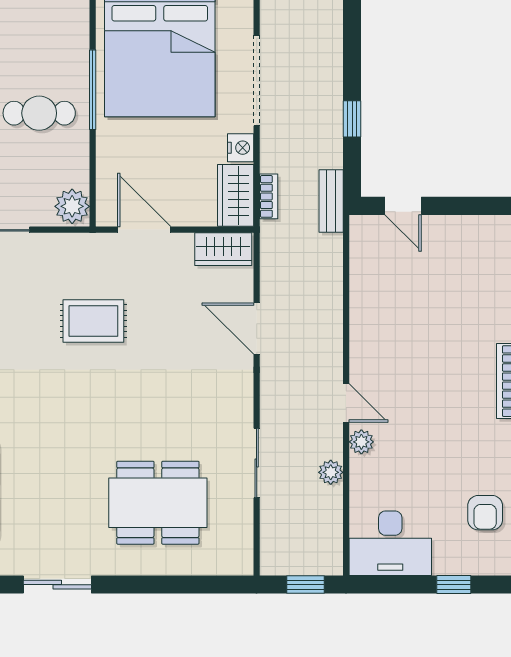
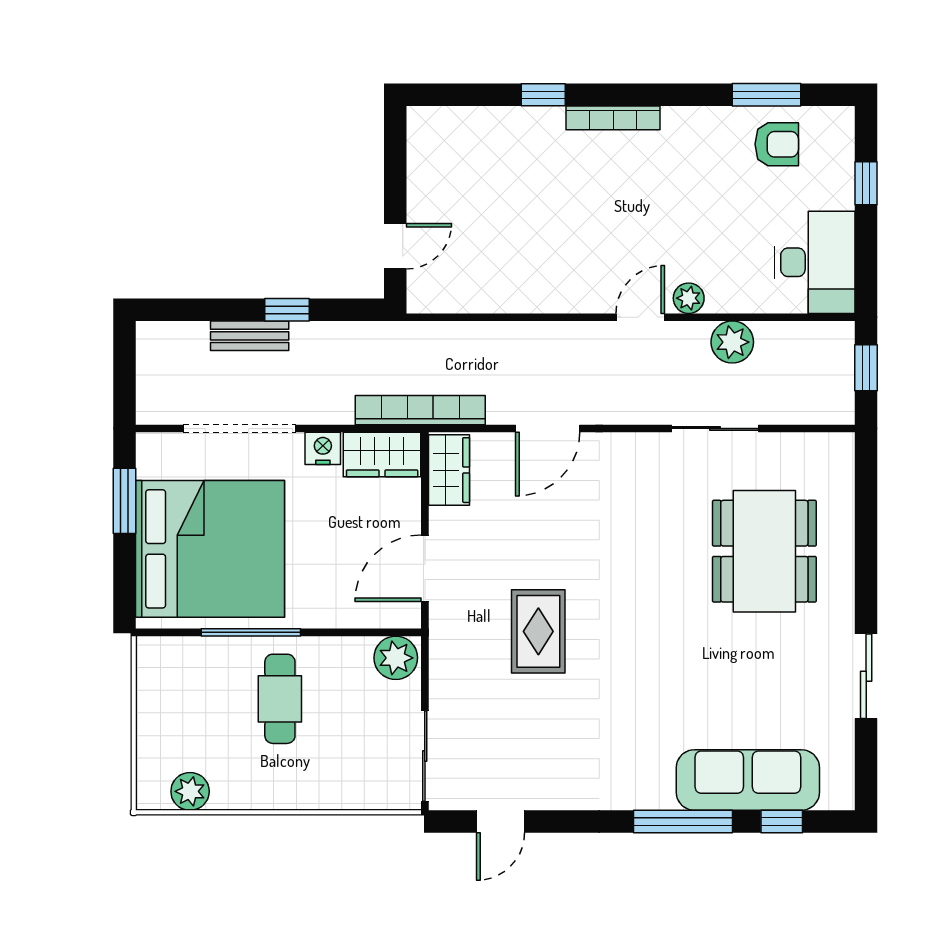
bookcase: (269, 196) -> (420, 410), width x2.31, depth x1.31
bench: (331, 201) -> (250, 336), moved
plant: (331, 472) -> (732, 342), width x1.38, depth x1.38

